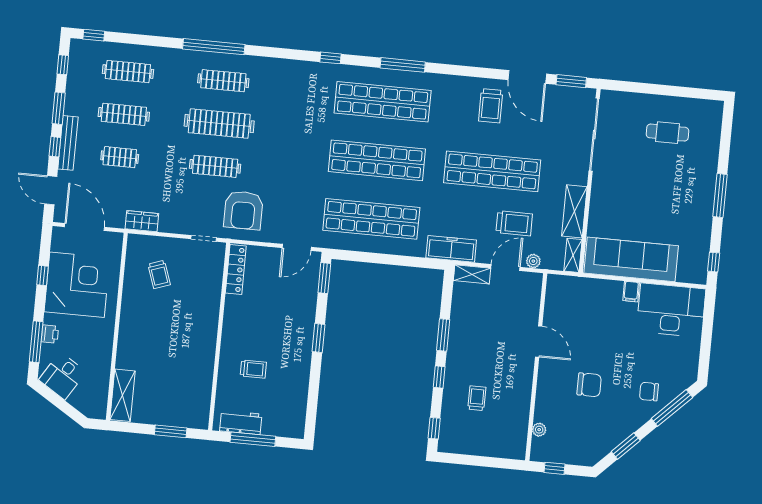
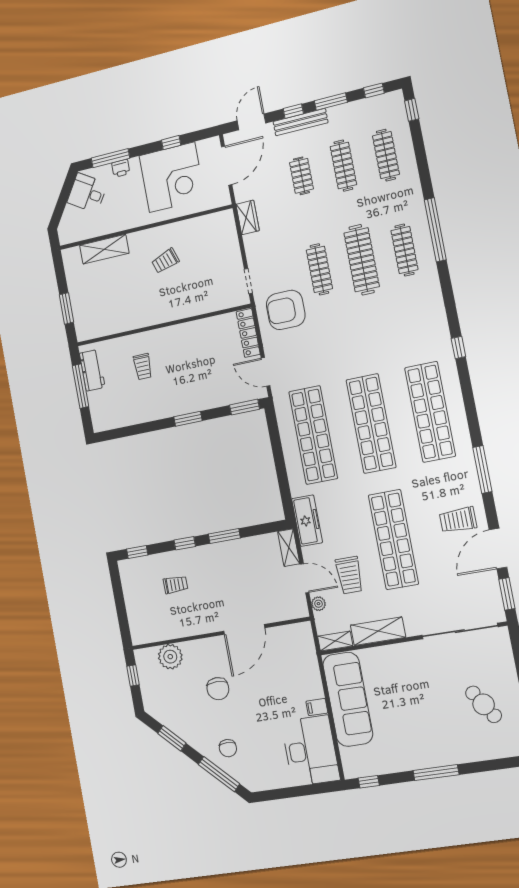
window: (403, 65) -> (482, 469), moved
cafe table: (667, 133) -> (484, 704), turned -33
locker: (236, 270) -> (248, 333), moved, turned 90
trolley: (159, 274) -> (165, 261), moved
door: (539, 342) -> (244, 629), width x1.36
chair: (649, 392) -> (228, 748), turned 180
shelving: (122, 395) -> (104, 249), moved
plant: (539, 430) -> (170, 657), width x1.88, depth x1.88

